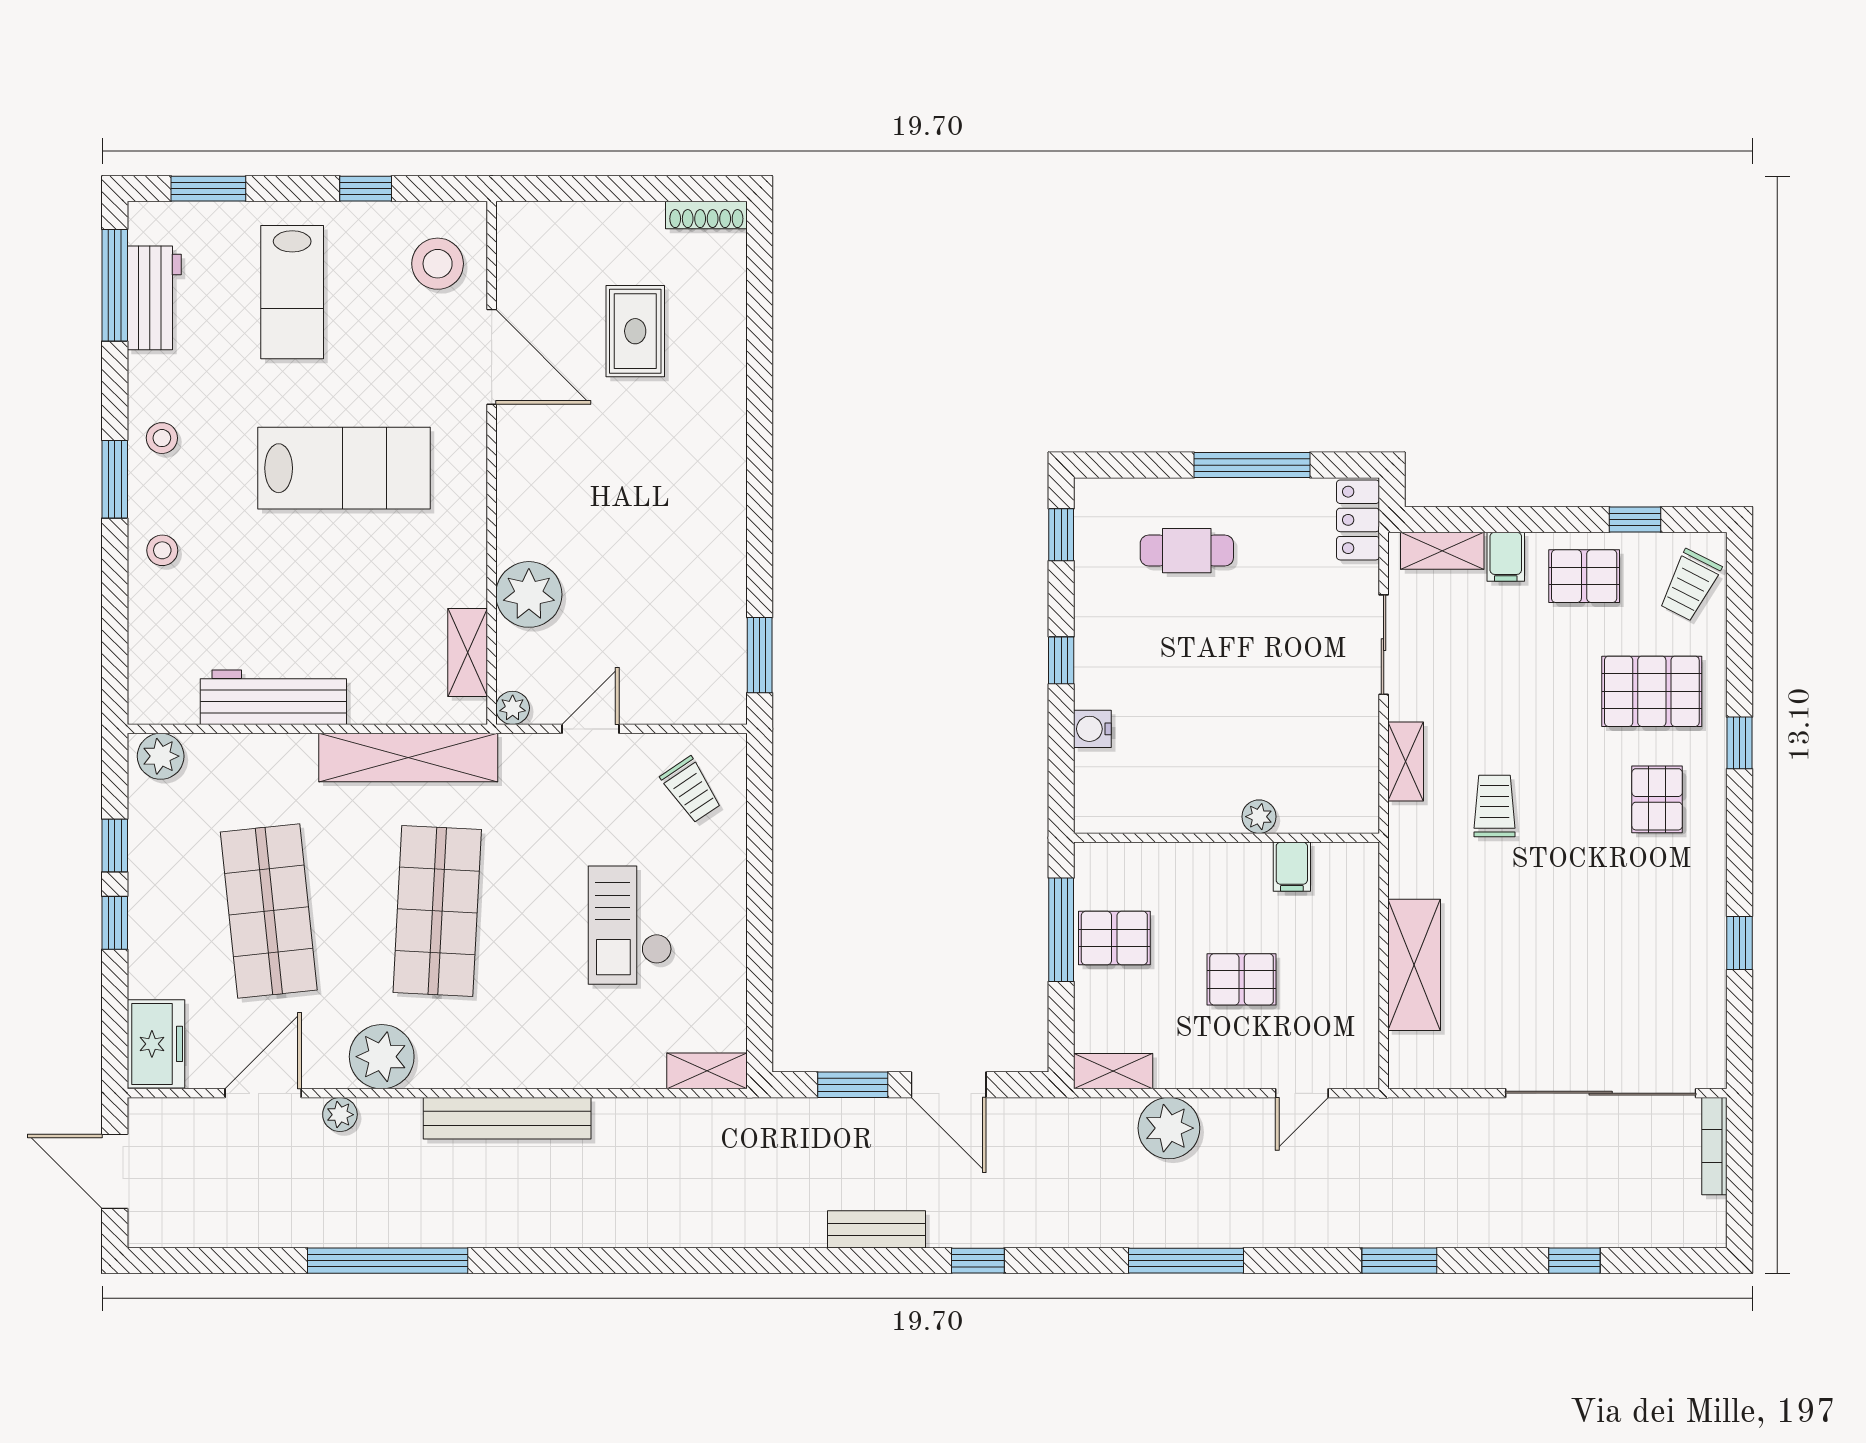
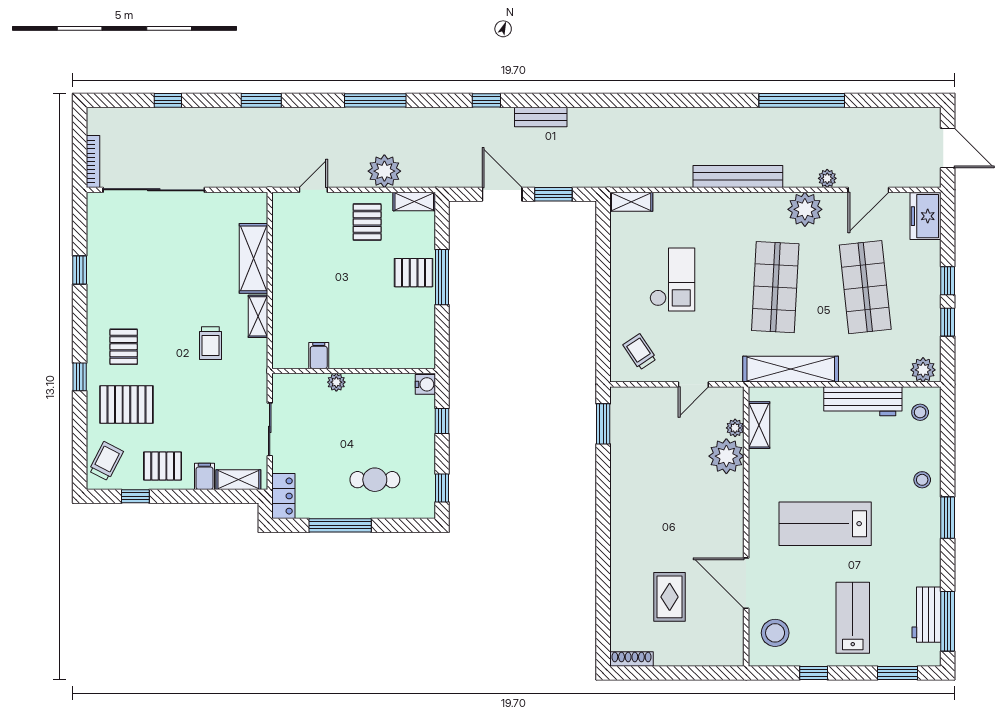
stool: (162, 438) -> (920, 412), moved
plant: (513, 708) -> (735, 428), moved
shelving: (1406, 761) -> (258, 316), moved
plant: (1259, 817) -> (336, 382), moved
wall: (1227, 838) -> (354, 371), moved
filing cabinet: (1292, 867) -> (319, 356), moved
pallet: (1242, 979) -> (367, 222), moved, turned 90

